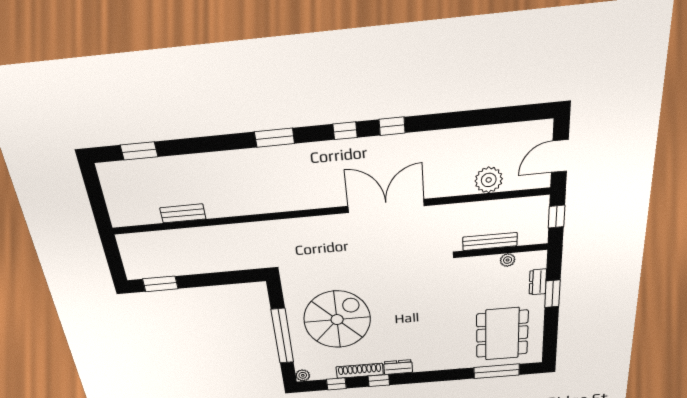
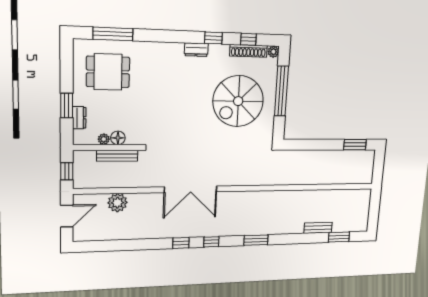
bench: (183, 213) -> (318, 228), moved
floor lamp: (489, 263) -> (118, 138), added
dining table: (502, 334) -> (108, 72), width x0.73
shoe rack: (360, 371) -> (248, 51), moved

